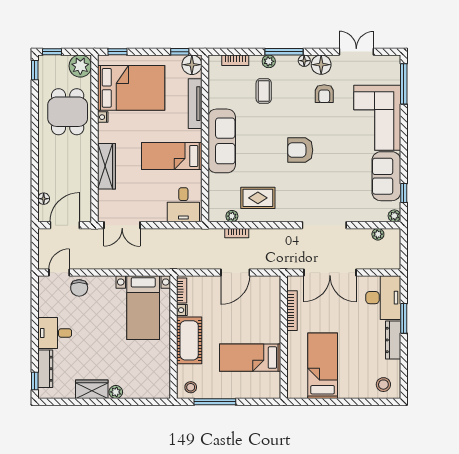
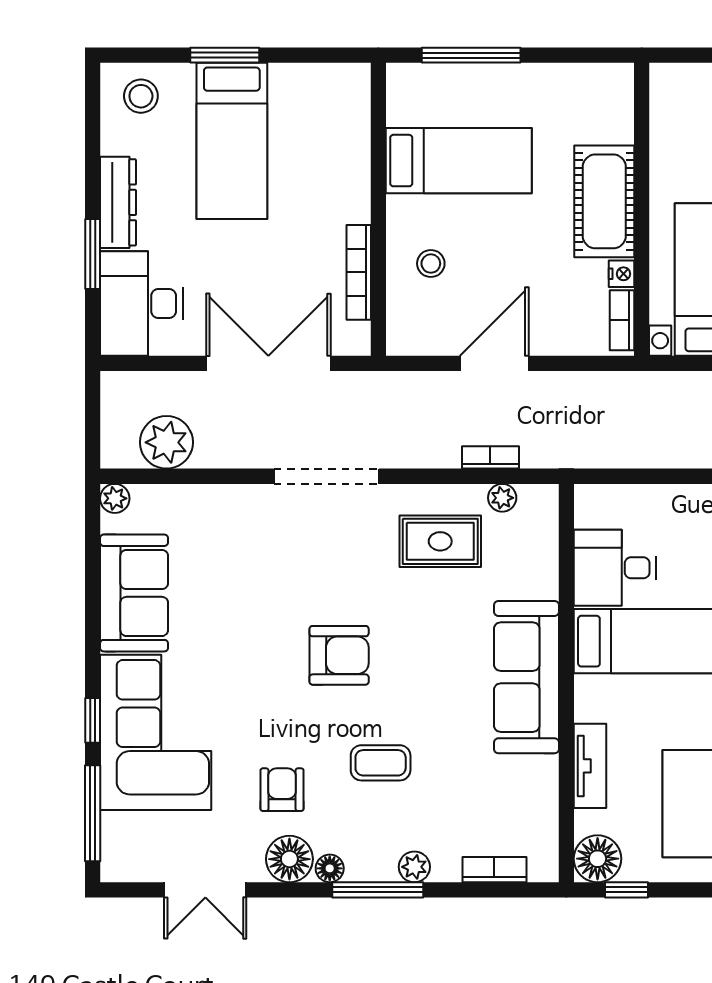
coffee table: (264, 91) -> (381, 763), moved, turned 90
tv unit: (195, 104) -> (590, 766), width x0.71
window: (404, 193) -> (93, 720), moved
desk: (183, 205) -> (615, 568), moved, turned -90
doorway: (324, 225) -> (326, 476), moved
plant: (378, 234) -> (166, 442), width x1.88, depth x1.88
bed: (323, 366) -> (232, 141), moved
stool: (191, 387) -> (431, 264), moved
window: (215, 402) -> (471, 55), moved
window: (348, 402) -> (225, 55), added

